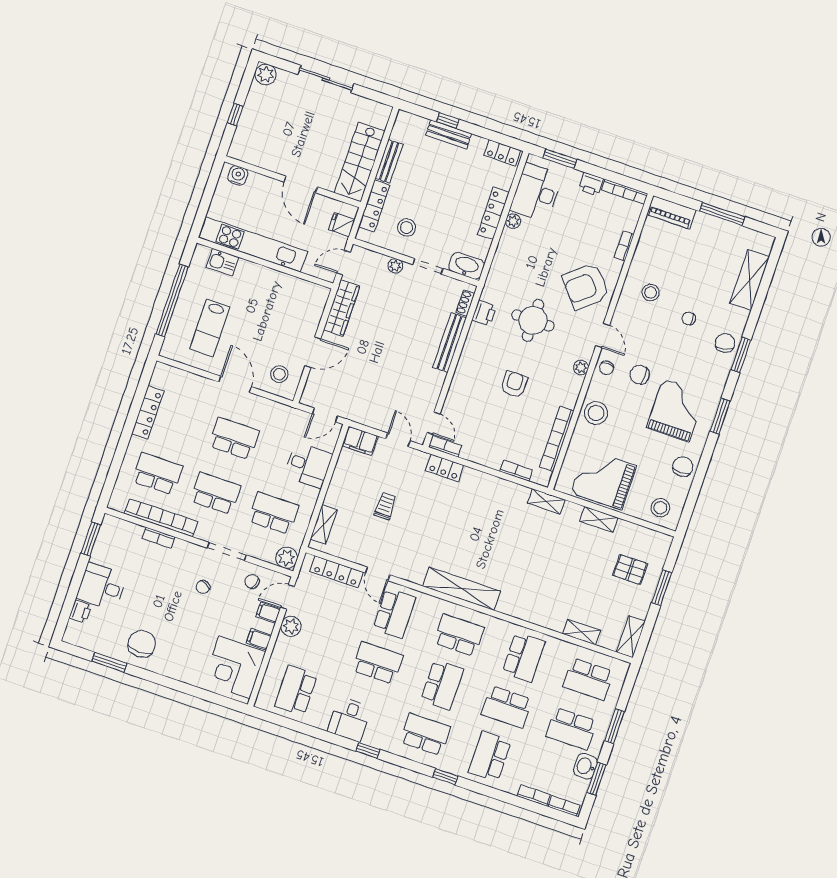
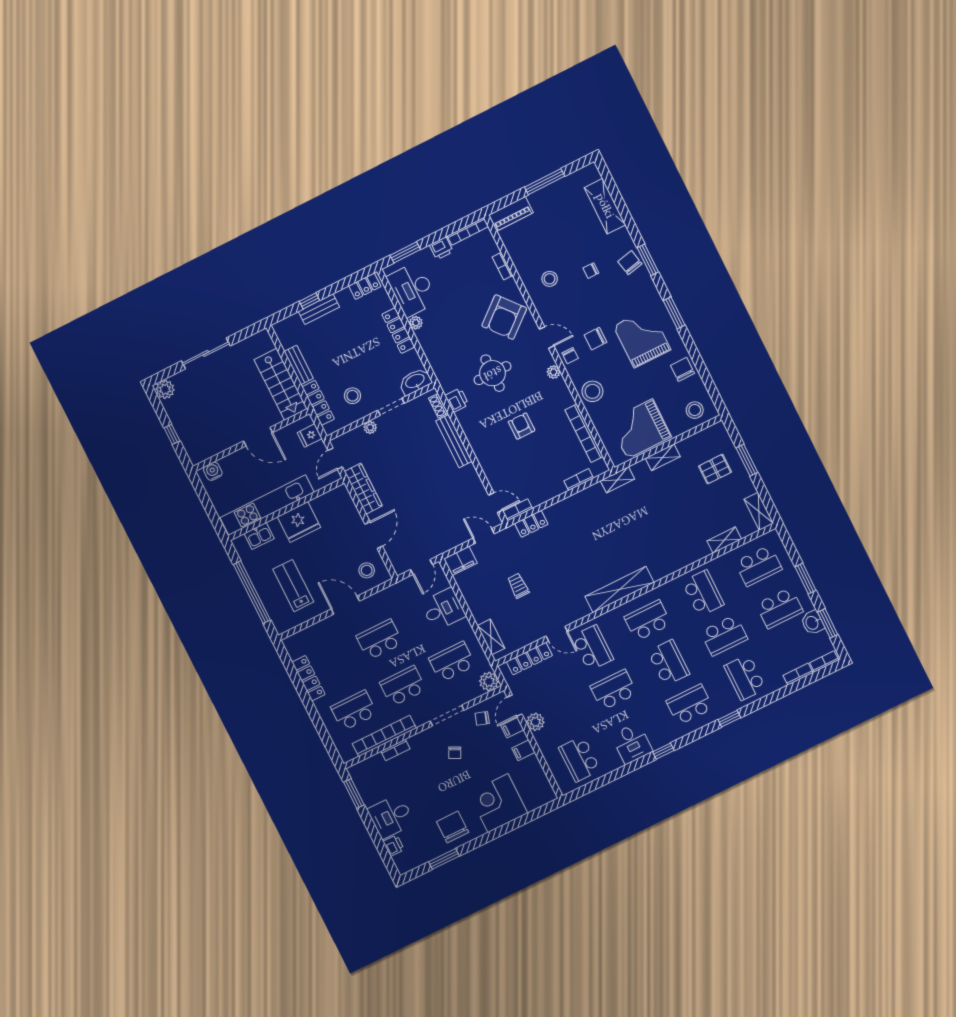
fridge: (265, 283) -> (299, 522), added
lab bench: (210, 328) -> (293, 586), turned 180
corner desk: (234, 667) -> (498, 803), moved, turned 90

